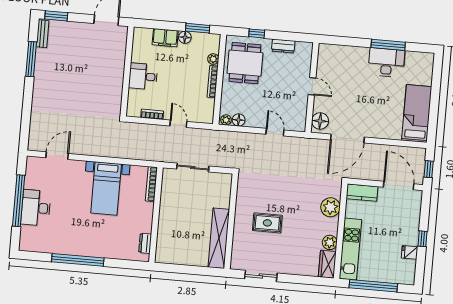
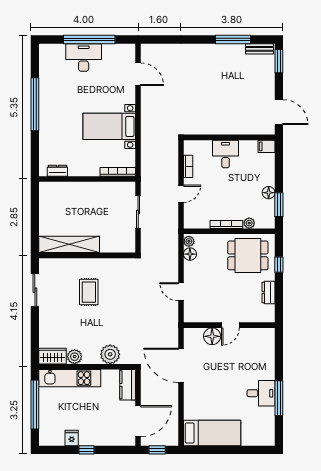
filing cabinet: (165, 38) -> (266, 146), moved, width x0.50
desk: (386, 62) -> (261, 393), width x0.73
floor lamp: (320, 121) -> (212, 336), moved
door: (275, 132) -> (181, 292), swing flipped

